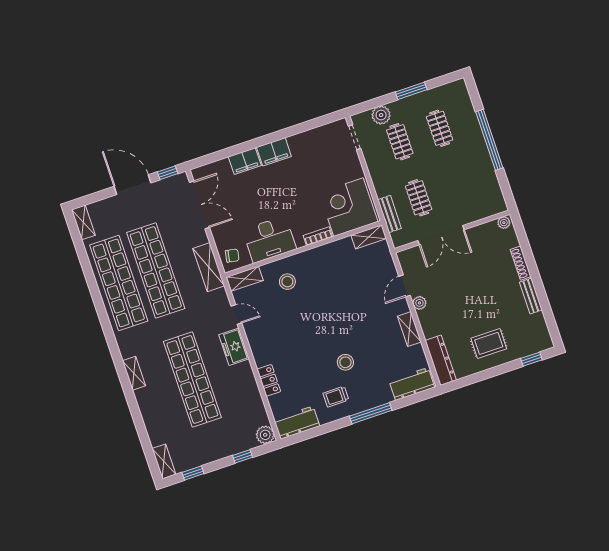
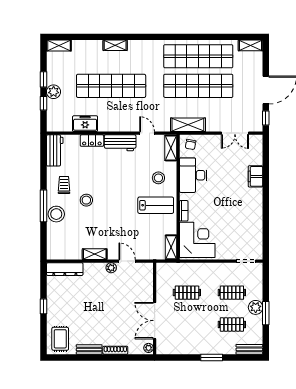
plant: (381, 115) -> (256, 307), moved
window: (489, 140) -> (212, 358), width x0.47
filing cabinet: (274, 152) -> (255, 200), removed
double door: (199, 205) -> (235, 133), width x0.73
bench: (390, 214) -> (249, 349), moved
double door: (441, 235) -> (155, 321), moved
lab bench: (323, 274) -> (156, 205), added
door: (236, 315) -> (147, 133), swing flipped
rug: (489, 343) -> (60, 339), moved
freezer: (234, 347) -> (85, 124), moved
window: (531, 359) -> (44, 306), moved
shelving: (134, 373) -> (115, 45), moved
workbench: (412, 384) -> (120, 143), moved, turned 90
stool: (375, 394) -> (56, 214), added
plant: (265, 435) -> (54, 92), moved
window: (193, 473) -> (44, 79), moved

